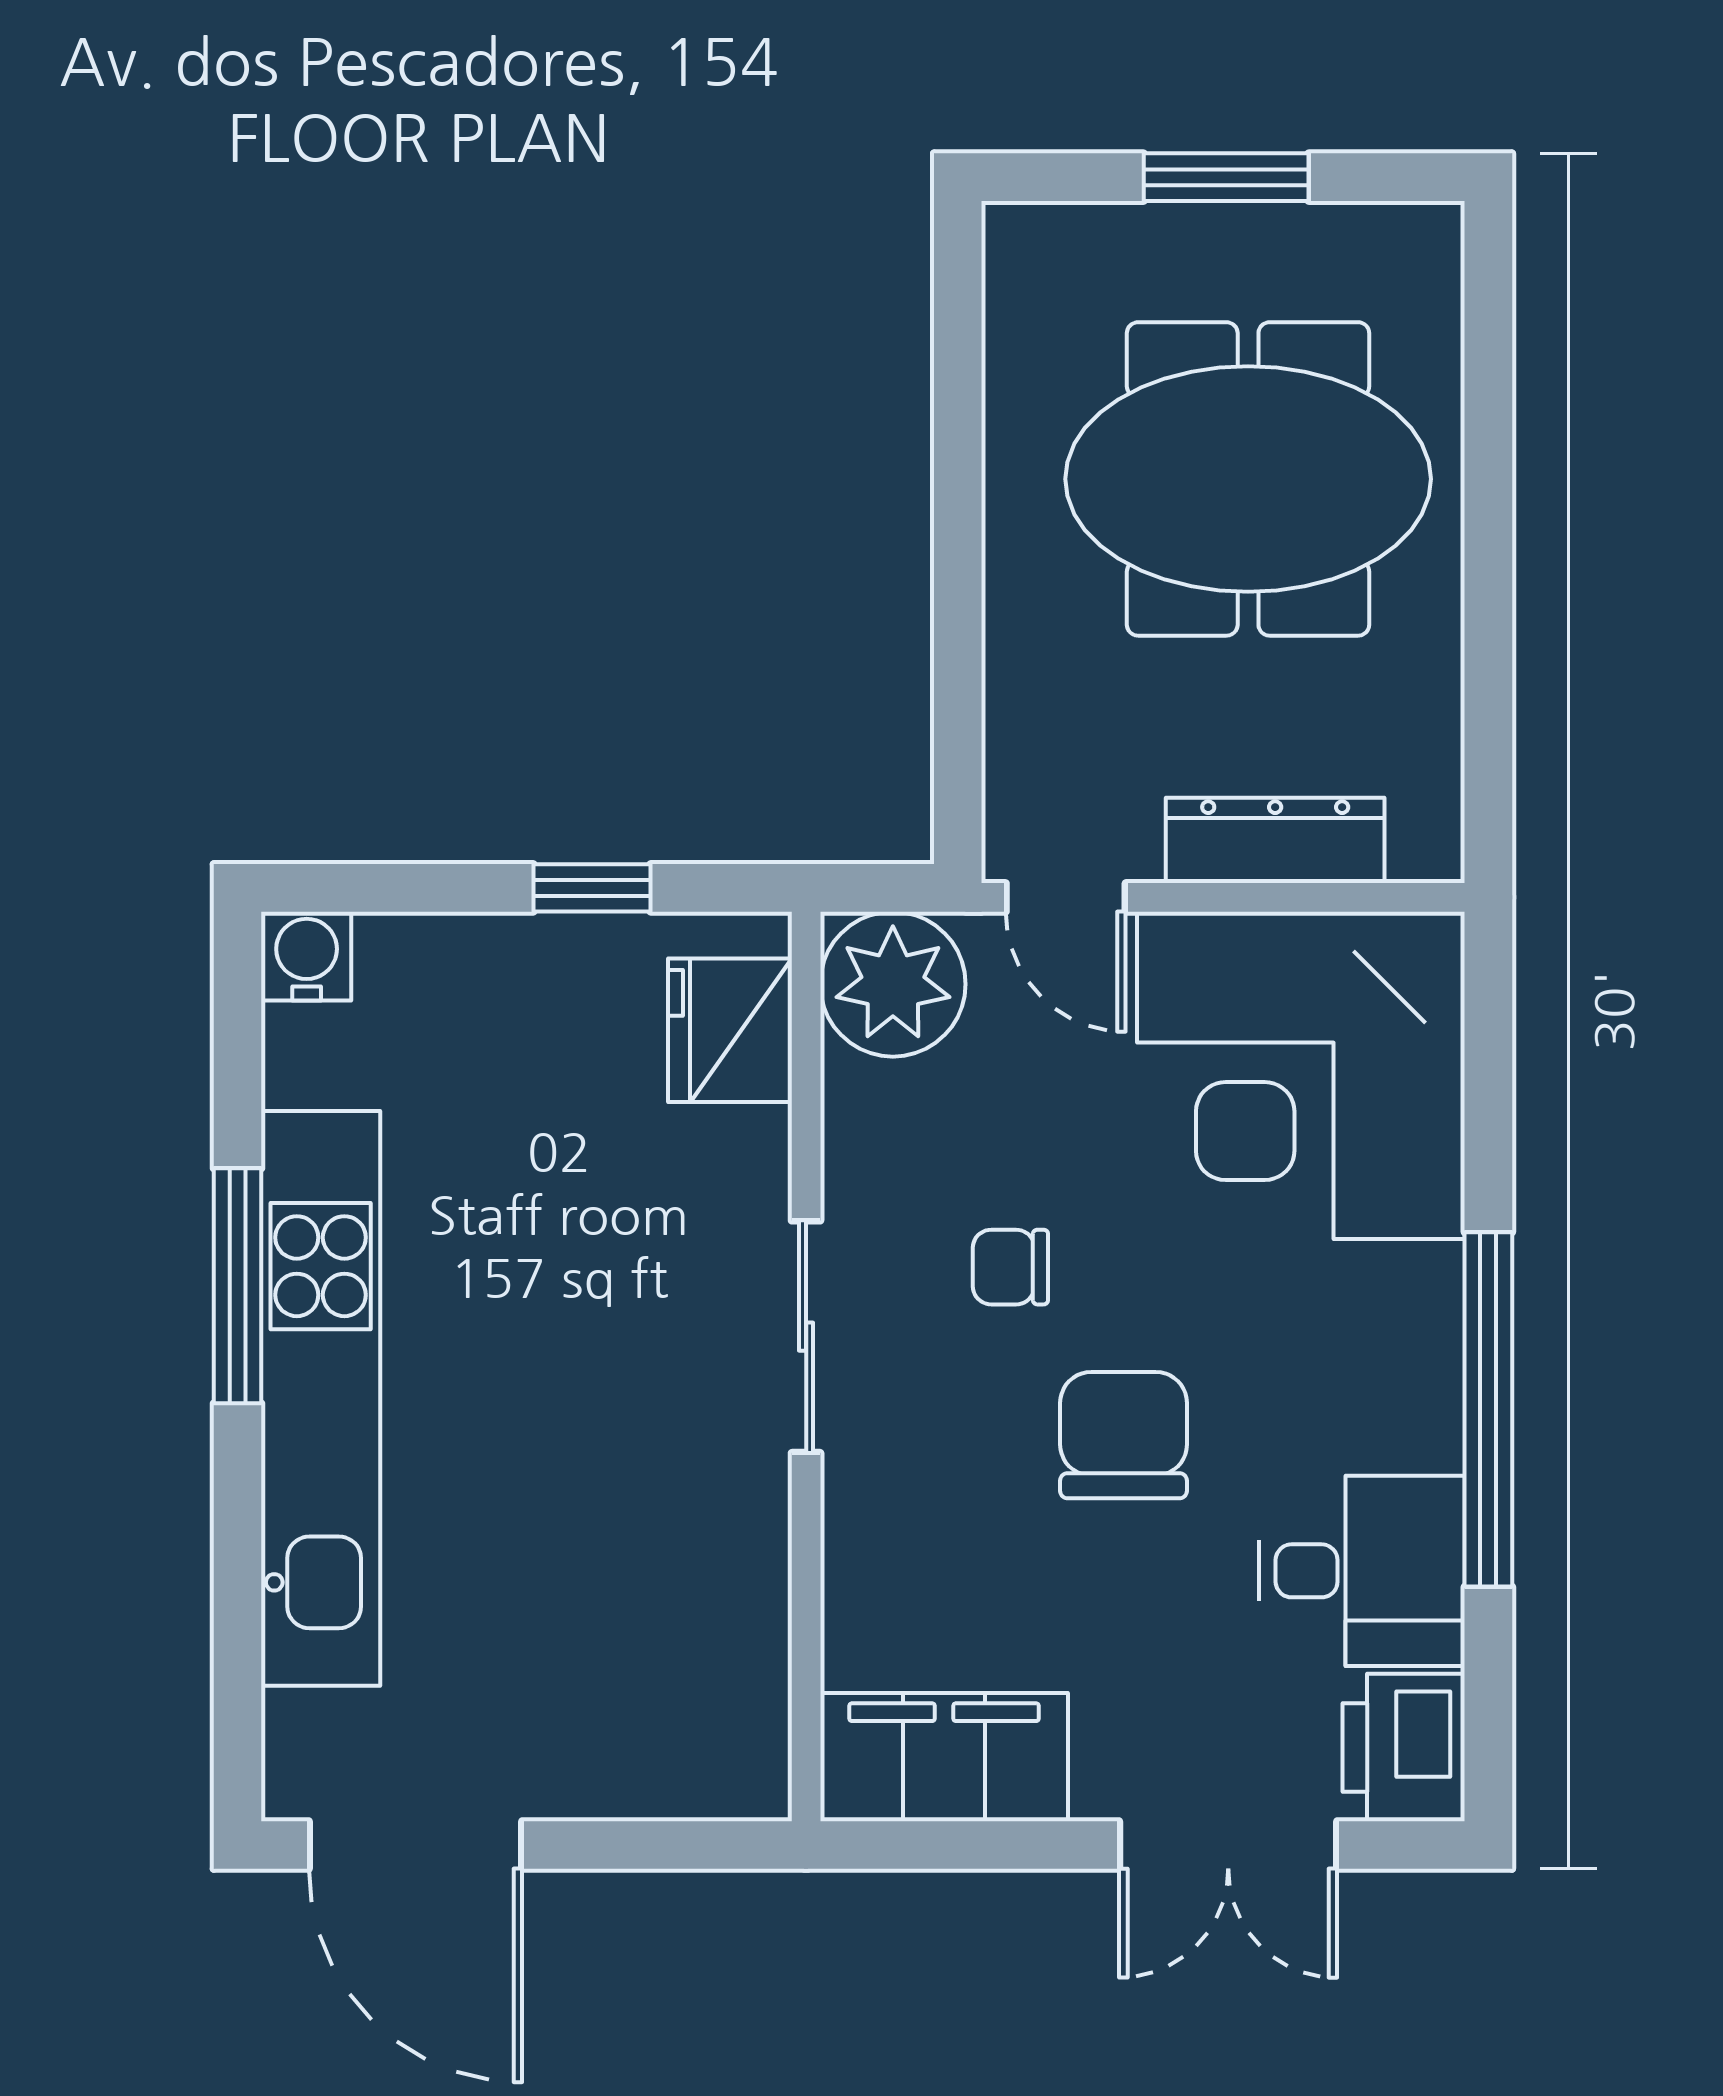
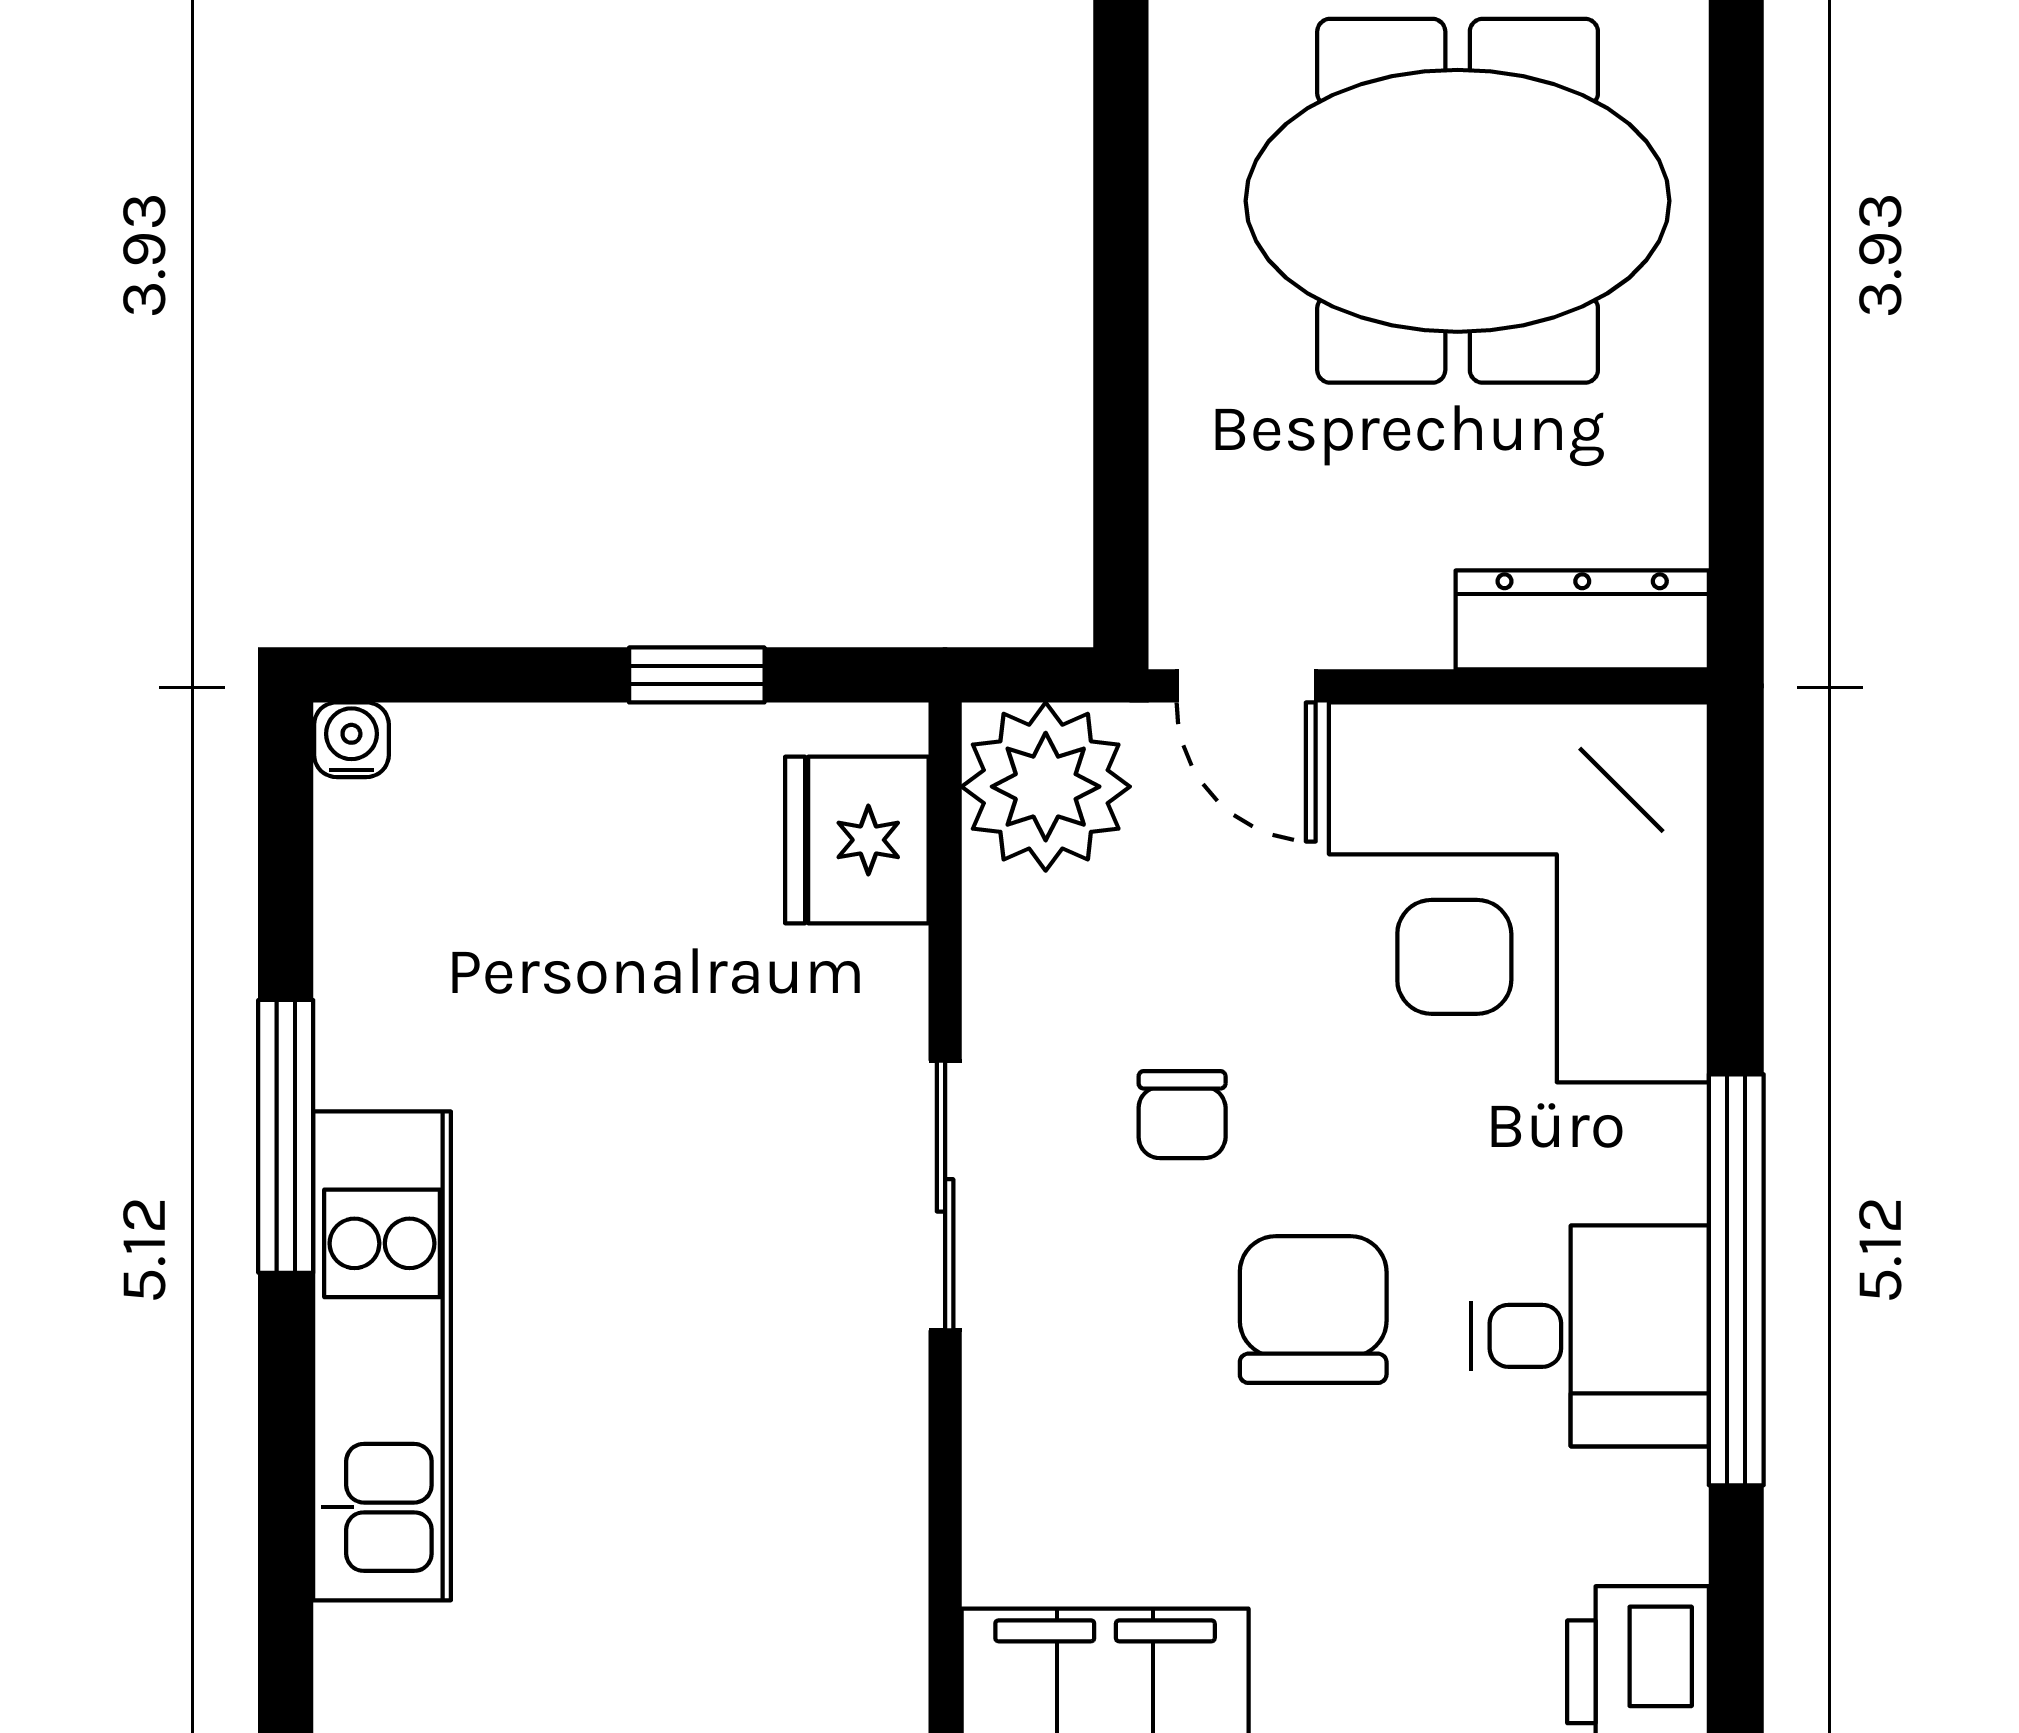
dresser: (1275, 840) -> (1582, 620), moved
water cooler: (307, 956) -> (351, 740), width x0.72, depth x0.72
chair: (1010, 1267) -> (1182, 1115), turned -90
kitchen unit: (321, 1398) -> (382, 1356), width x0.73
desk: (1362, 1571) -> (1590, 1336), moved

